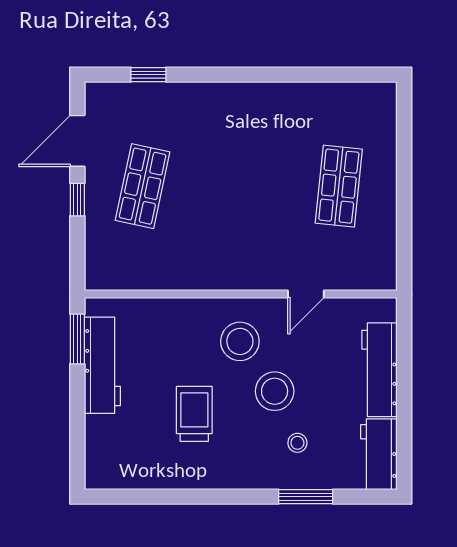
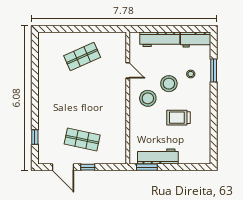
shop shelf: (339, 186) -> (82, 56), turned -30

